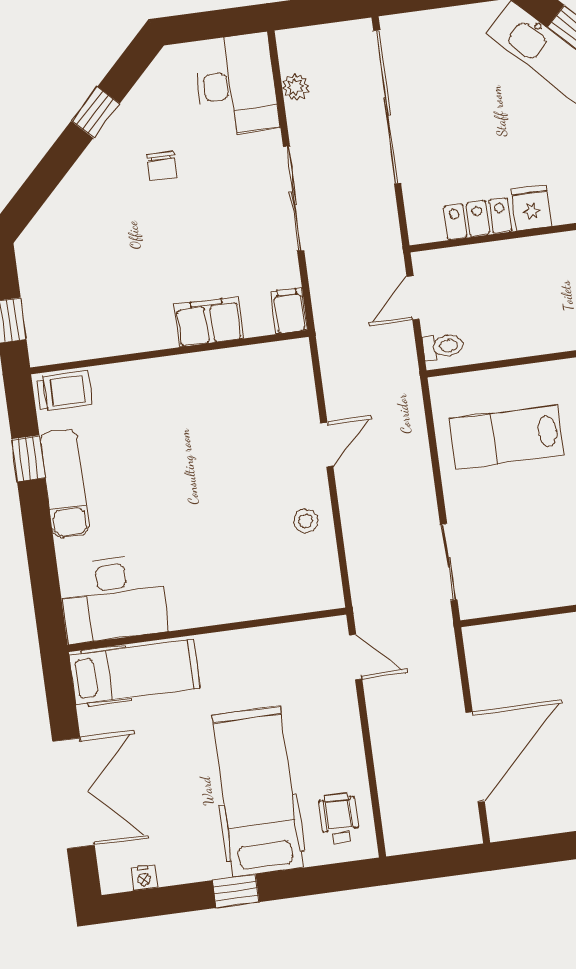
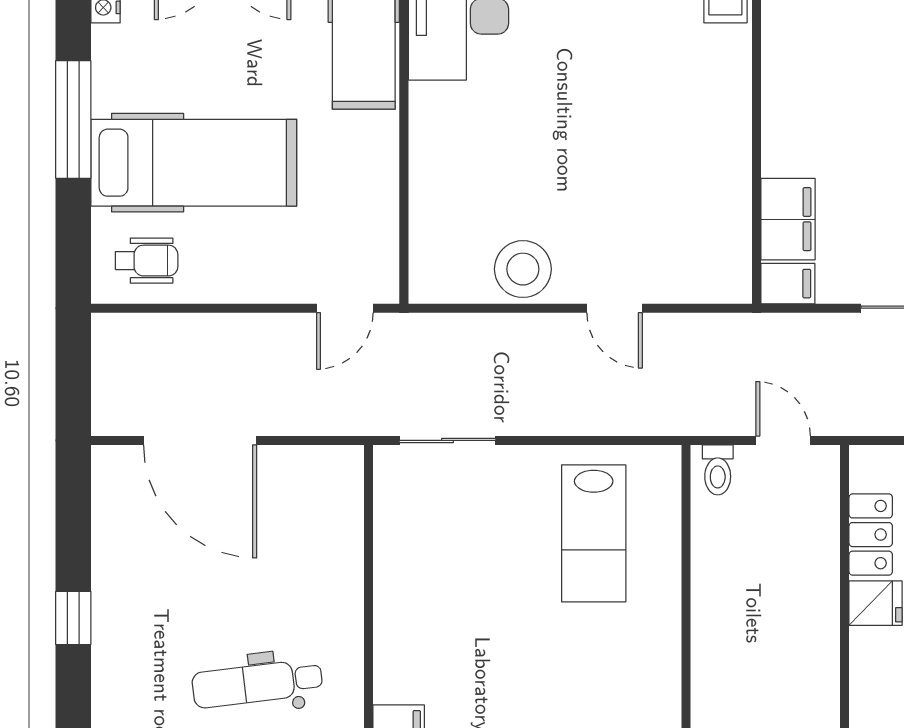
filing cabinet: (209, 322) -> (788, 219), moved
lab bench: (506, 437) -> (594, 533), turned 180
stool: (306, 521) -> (523, 269), width x1.89, depth x1.89
window: (236, 891) -> (73, 119), width x2.17

